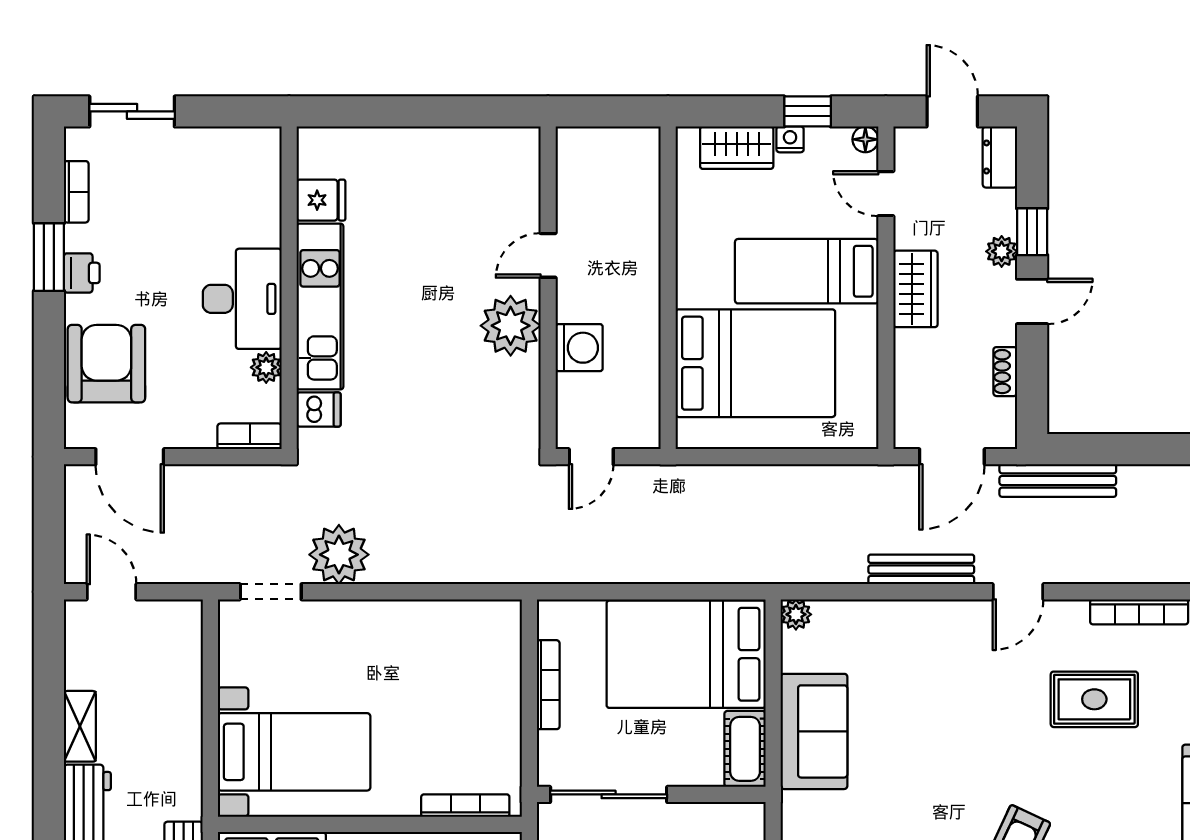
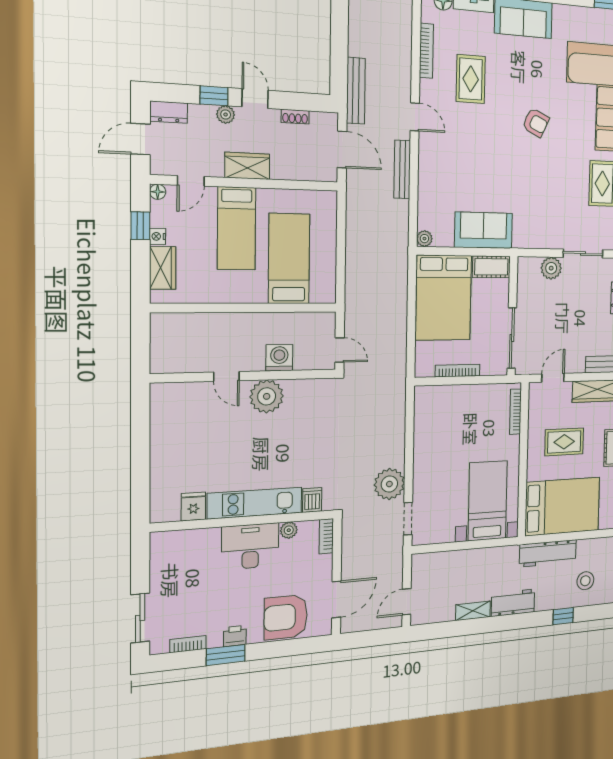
bed: (755, 363) -> (289, 259), width x0.67

